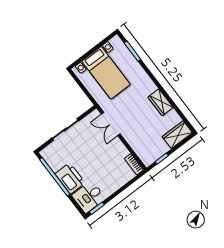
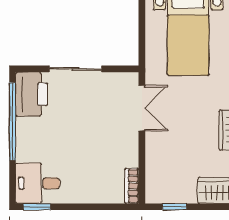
double door: (111, 124) -> (142, 108), swing flipped
printer: (70, 178) -> (31, 94), moved

